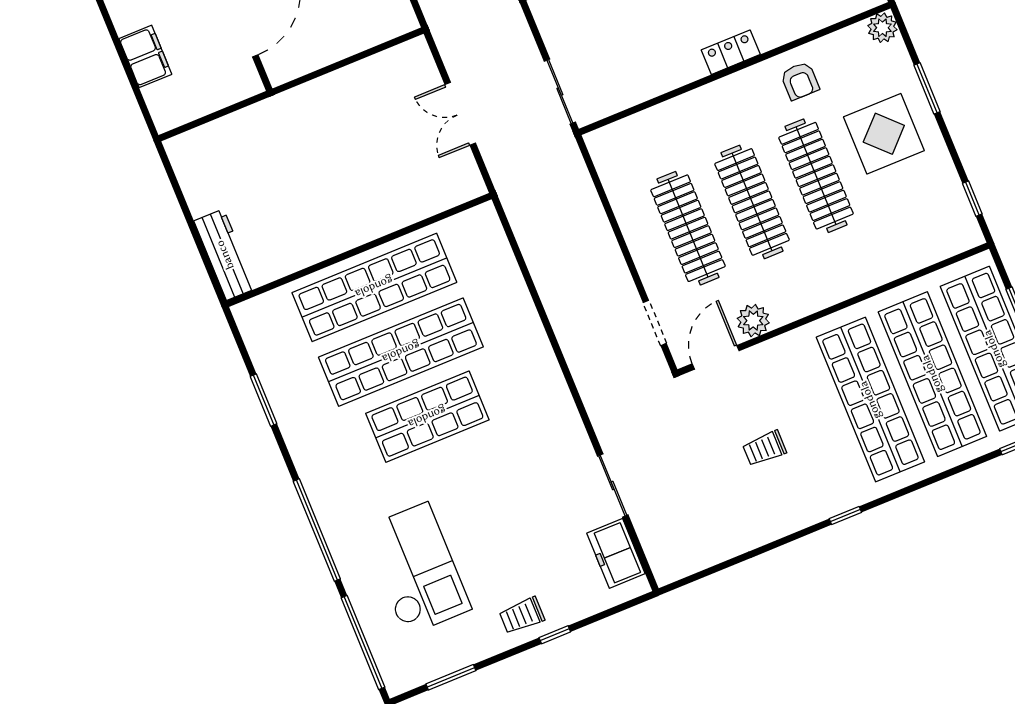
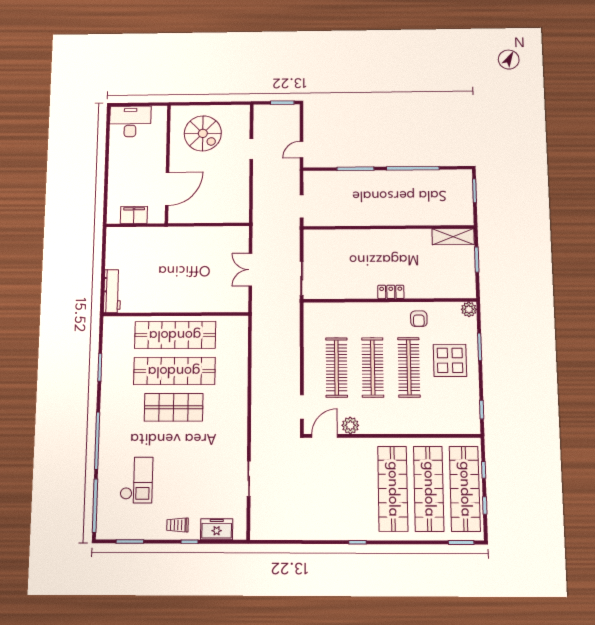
filing cabinet: (145, 56) -> (134, 215), moved, turned -90
trolley: (765, 448) -> (331, 491), removed
freezer: (616, 553) -> (217, 529), moved, turned 90
checkout: (417, 569) -> (136, 480), width x0.73, depth x0.83

